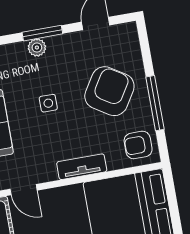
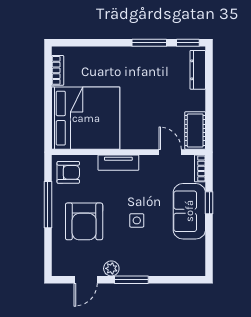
plant: (37, 48) -> (111, 268), moved
armchair: (109, 91) -> (84, 221), turned -32

